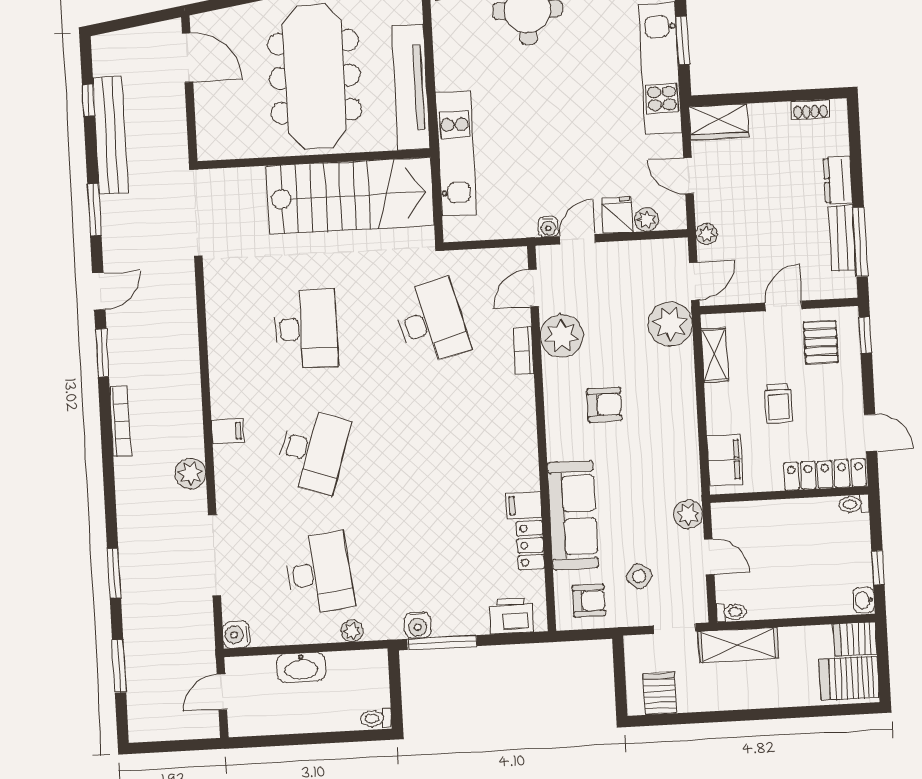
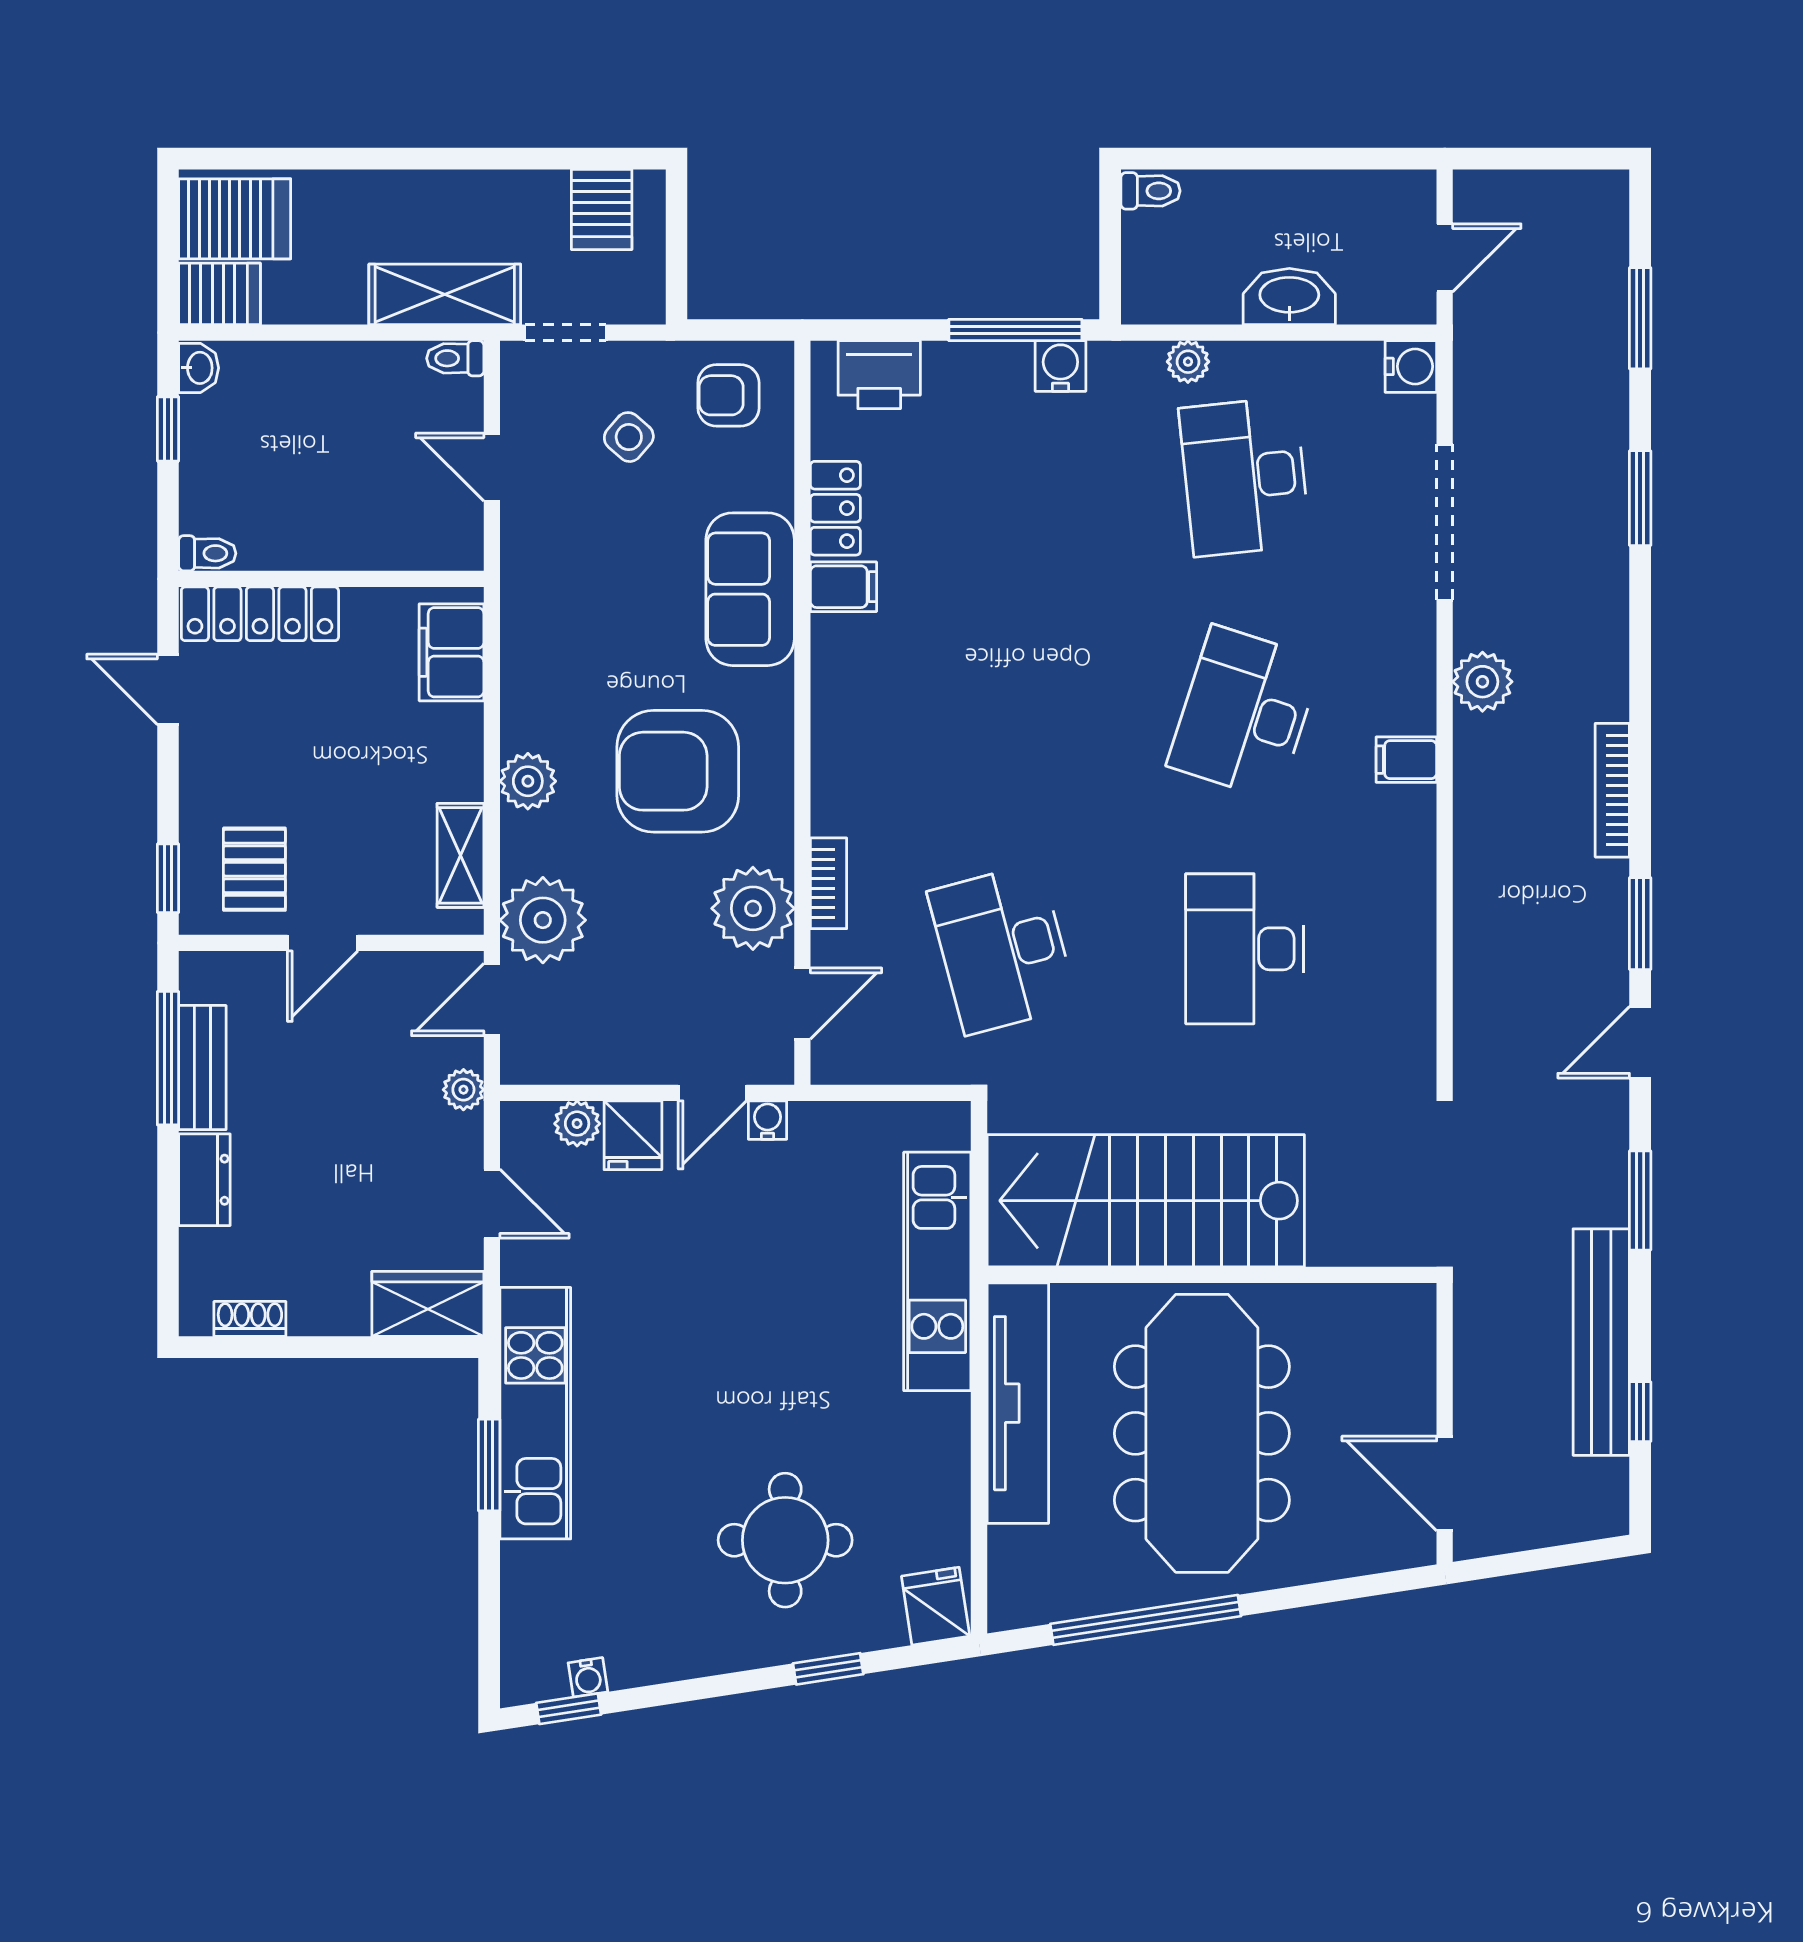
trolley: (778, 404) -> (342, 755), removed
armchair: (604, 405) -> (678, 771), width x1.88, depth x1.88
plant: (688, 514) -> (528, 781), moved
sofa: (573, 515) -> (750, 589), width x0.73

